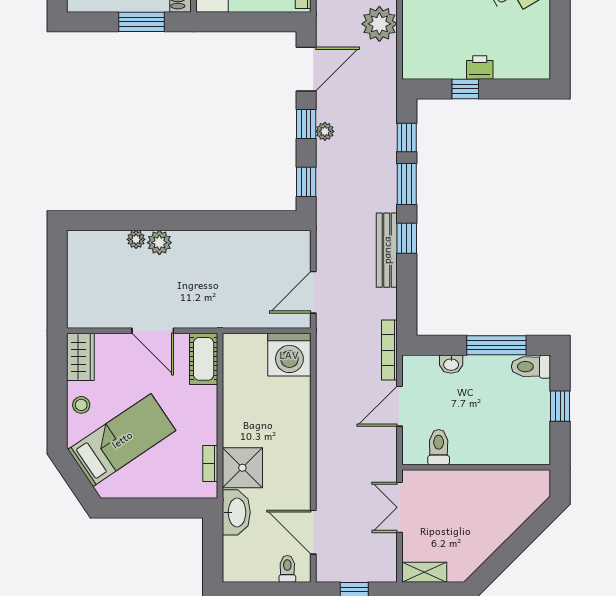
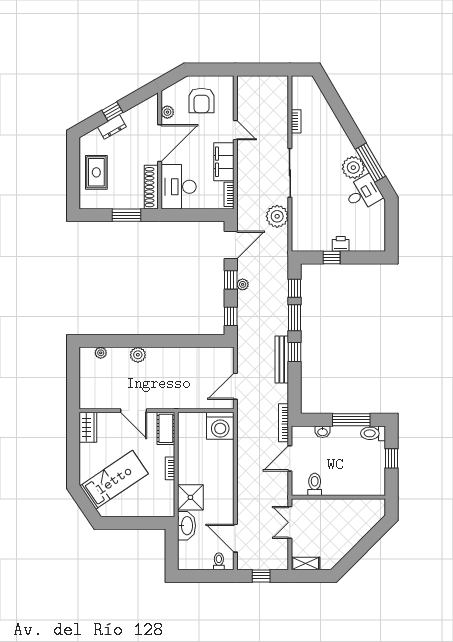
plant: (136, 239) -> (101, 353), moved
stool: (81, 405) -> (88, 458), removed
bookcase: (210, 464) -> (170, 468), moved

